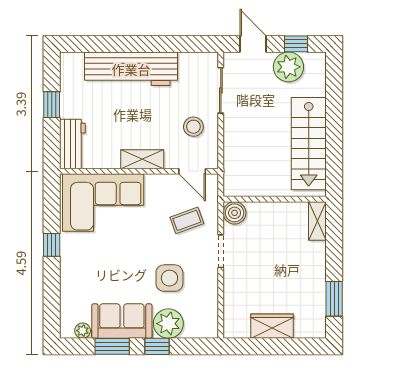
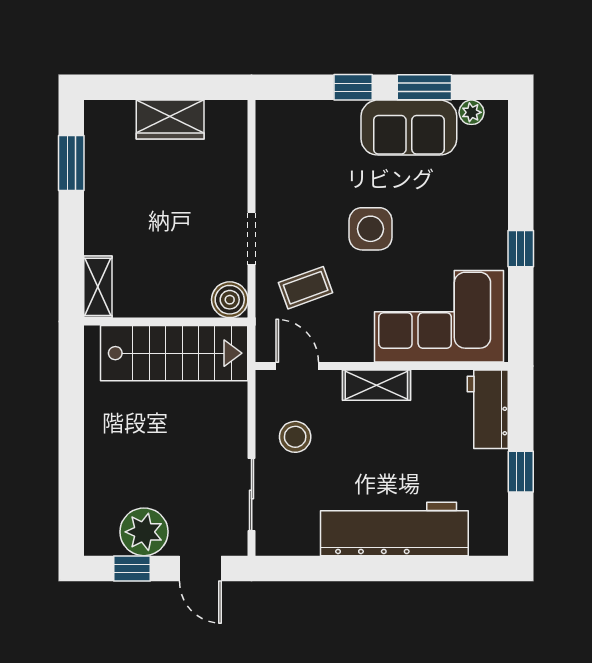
stairs: (309, 144) -> (174, 353), moved, turned 90
side table: (169, 278) -> (371, 229), moved
plant: (168, 324) -> (335, 124), removed

